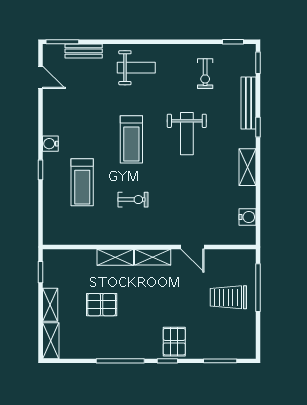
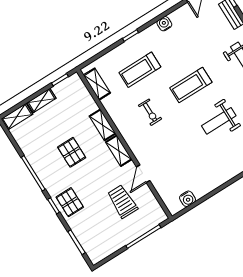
water cooler: (50, 144) -> (164, 24), moved
shelving: (248, 167) -> (97, 84), moved, turned 90
trolley: (228, 297) -> (122, 201), moved
pallet: (102, 305) -> (72, 152), moved
pallet: (174, 342) -> (70, 202), turned 90

